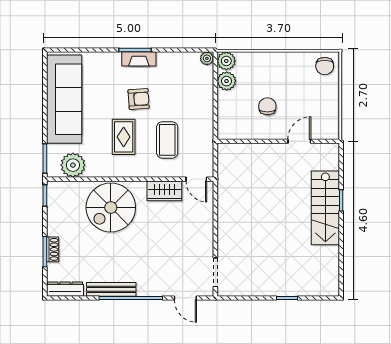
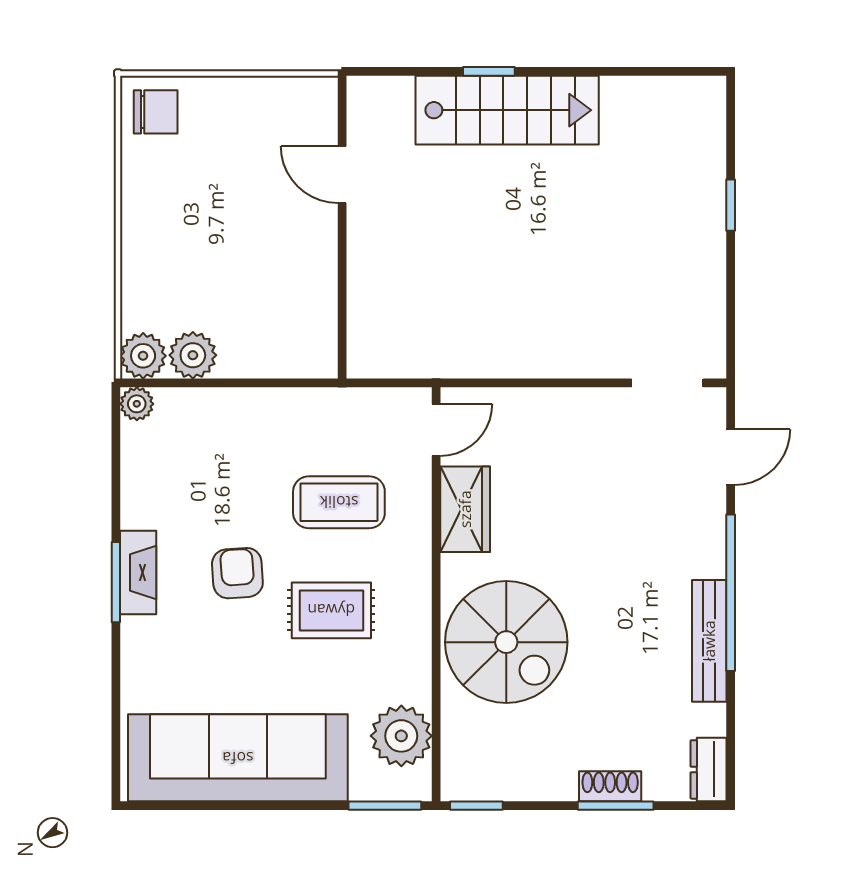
chair: (267, 106) -> (255, 254), removed
dresser: (65, 289) -> (708, 769), width x0.70

